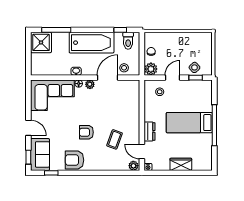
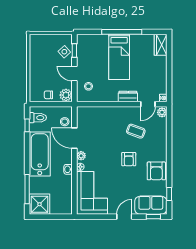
wardrobe: (181, 164) -> (161, 45), moved

